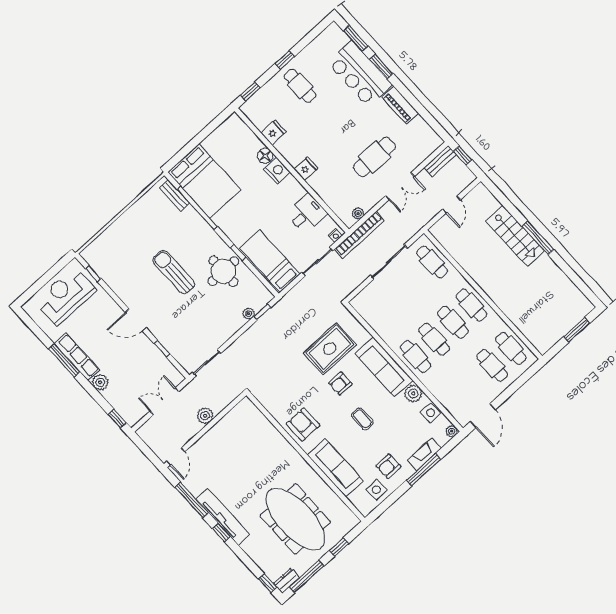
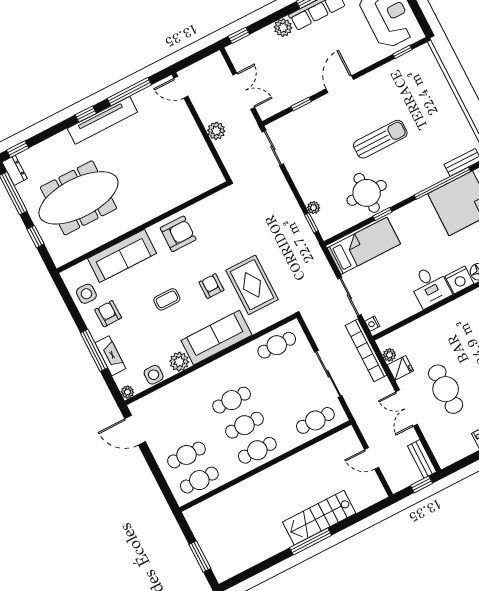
fridge: (306, 169) -> (400, 368), moved, turned -90
desk: (307, 214) -> (430, 286), moved
cafe table: (416, 356) -> (277, 345), moved

